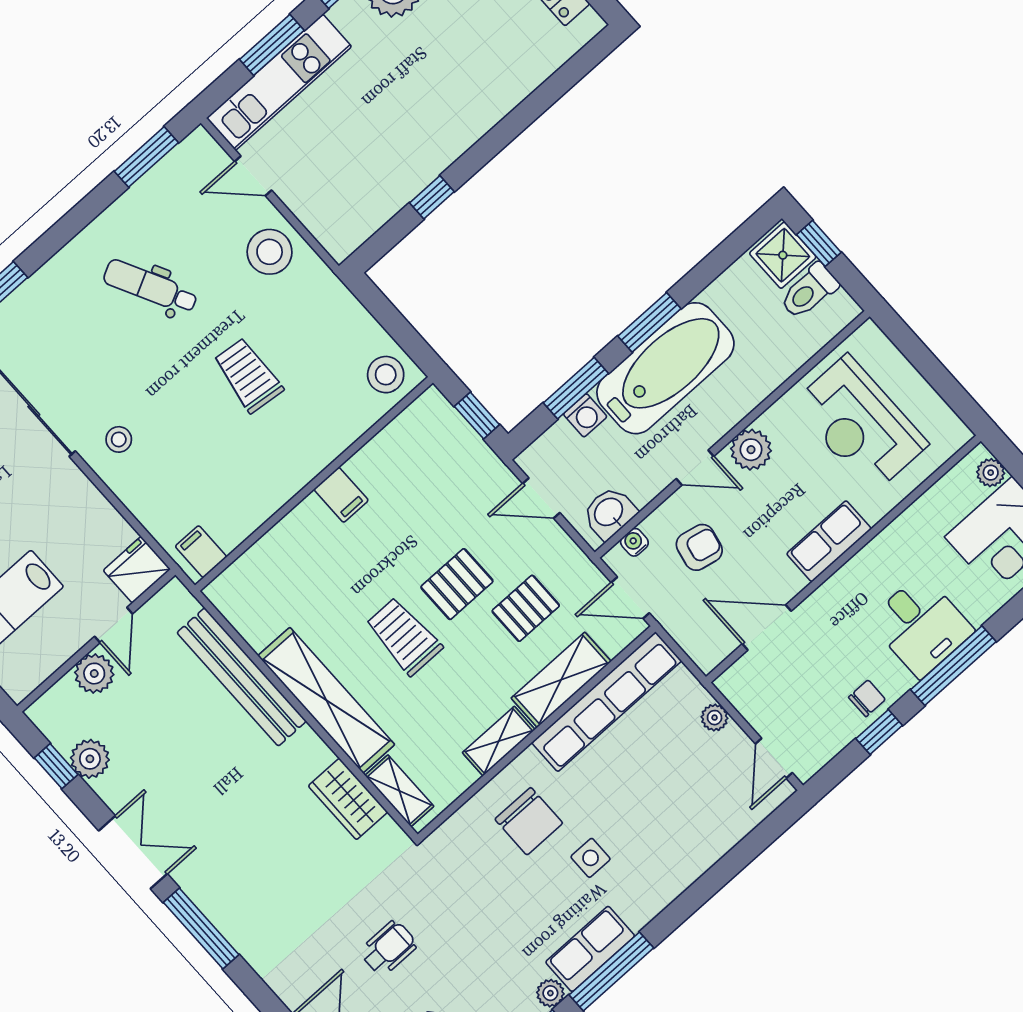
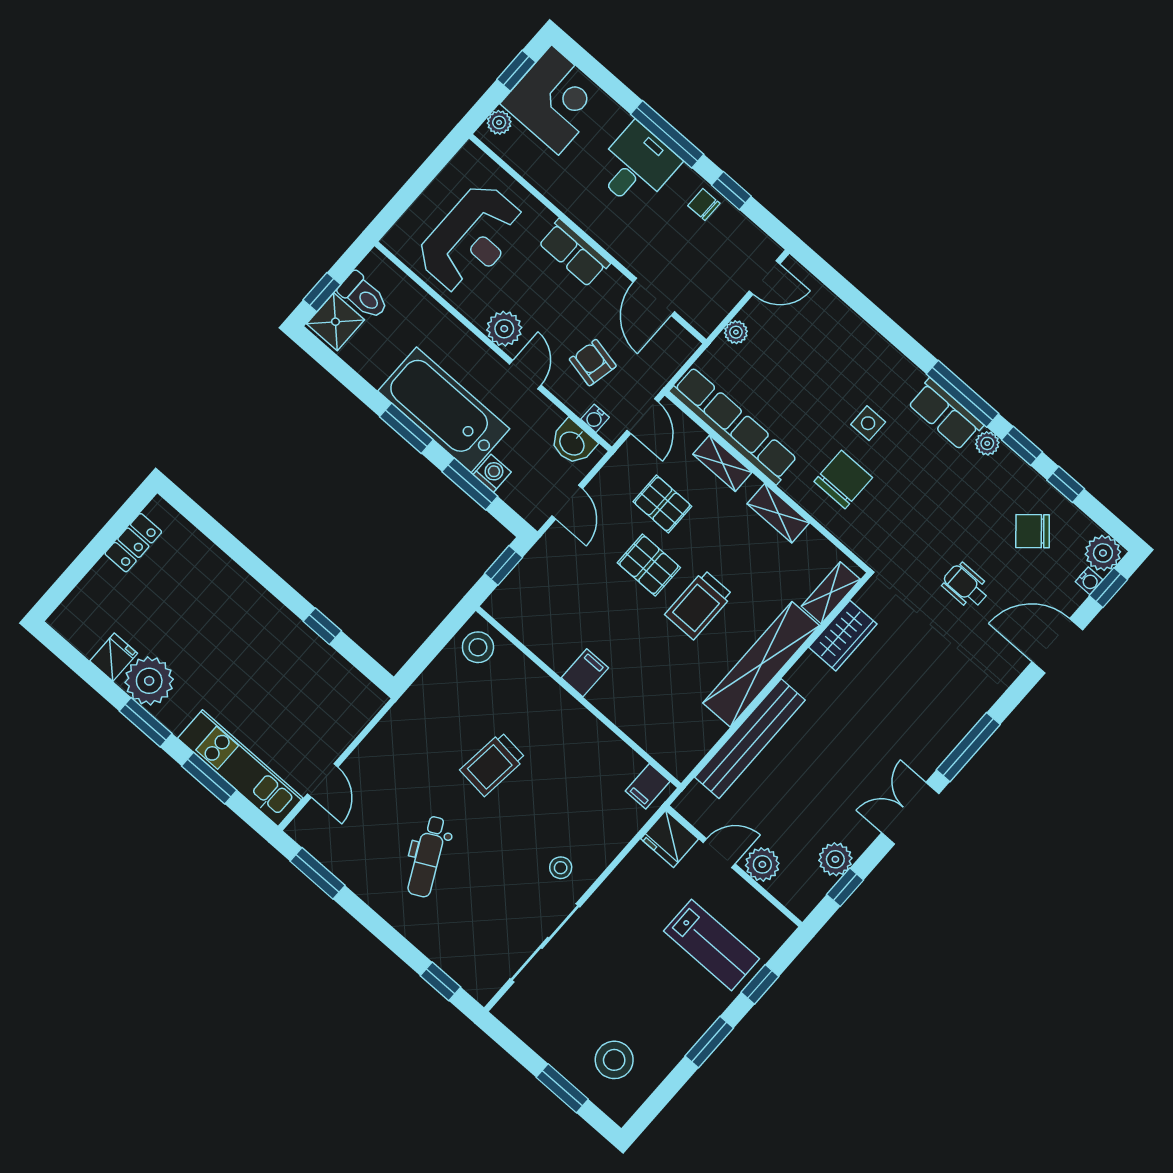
stool: (270, 252) -> (386, 759), removed
shelving: (561, 680) -> (722, 463), width x0.67, depth x0.75

